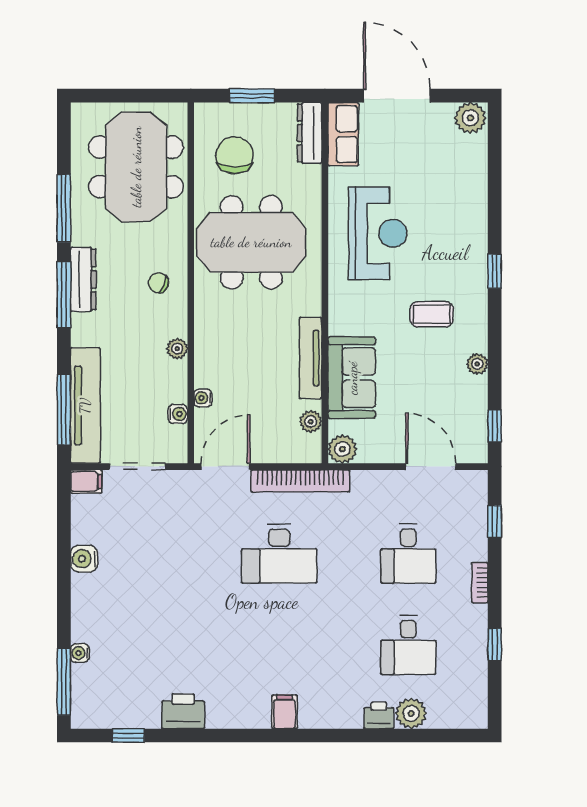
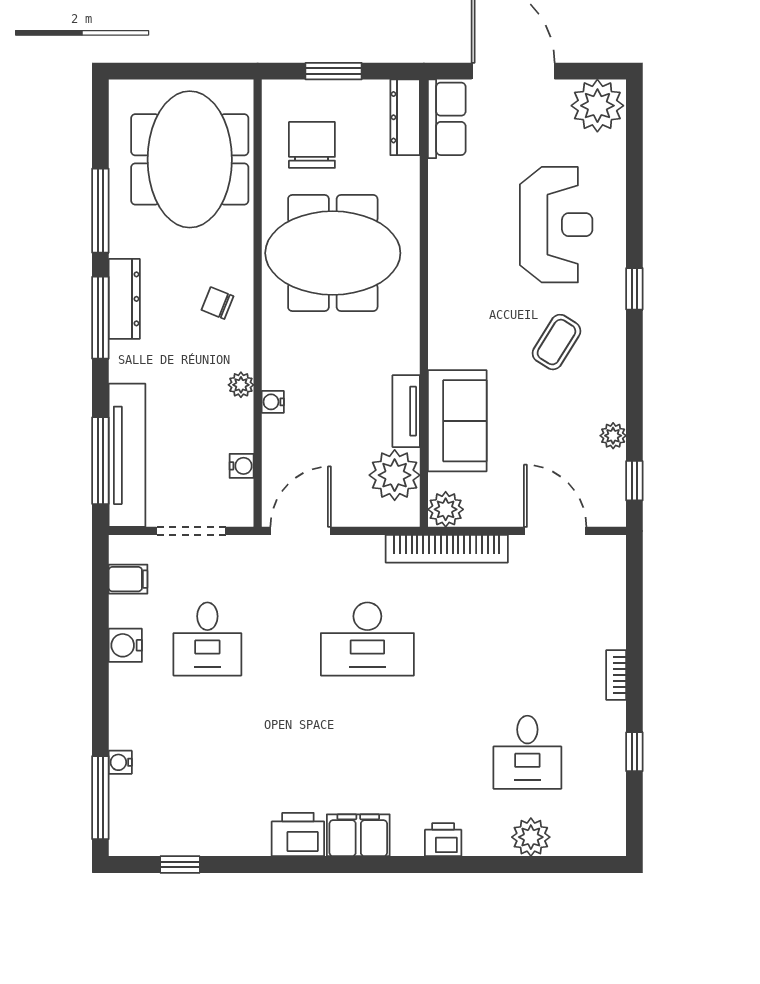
plant: (470, 118) -> (597, 106), width x1.36, depth x1.36
reception desk: (378, 233) -> (556, 225), moved
coffee table: (432, 314) -> (556, 342), turned -58
tv unit: (311, 358) -> (406, 411), width x0.71
plant: (477, 364) -> (613, 436), moved
water cooler: (203, 398) -> (273, 402), moved
plant: (311, 421) -> (395, 475), width x1.88, depth x1.88
filing cabinet: (86, 481) -> (128, 579), moved
bookcase: (300, 481) -> (447, 549), moved
window: (495, 521) -> (634, 599), removed
desk: (408, 554) -> (207, 639), moved
printer: (183, 711) -> (298, 835), moved
filing cabinet: (285, 712) -> (358, 835), width x2.00
printer: (379, 715) -> (443, 840), moved

